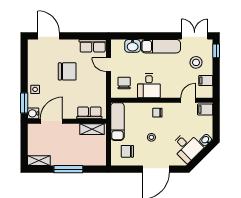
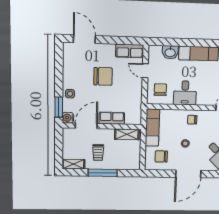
row of seats: (89, 113) -> (112, 118), moved
trolley: (63, 148) -> (98, 153), added

